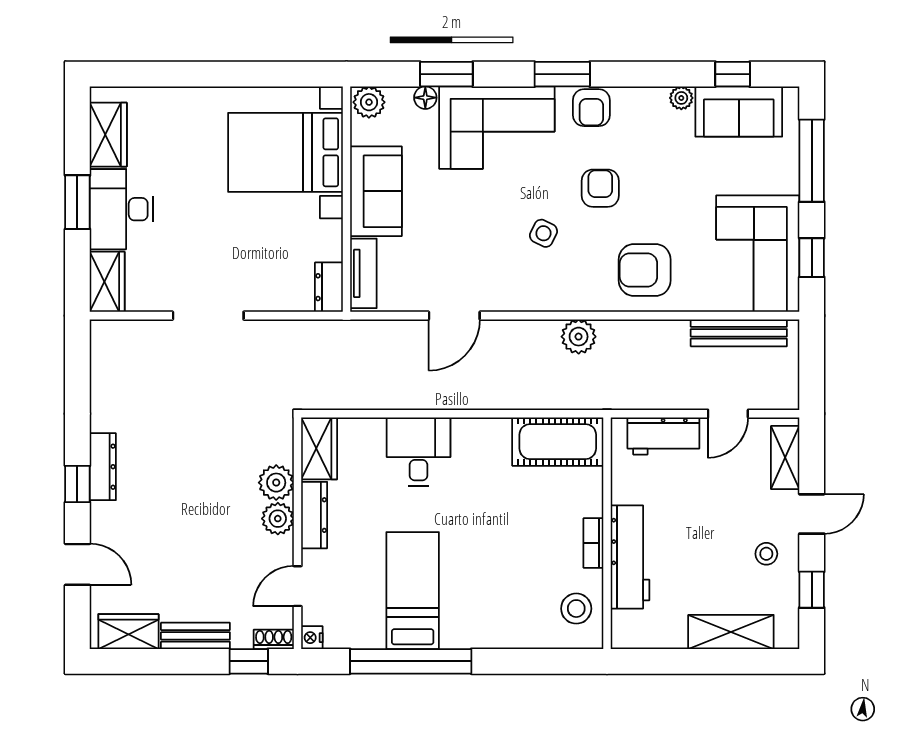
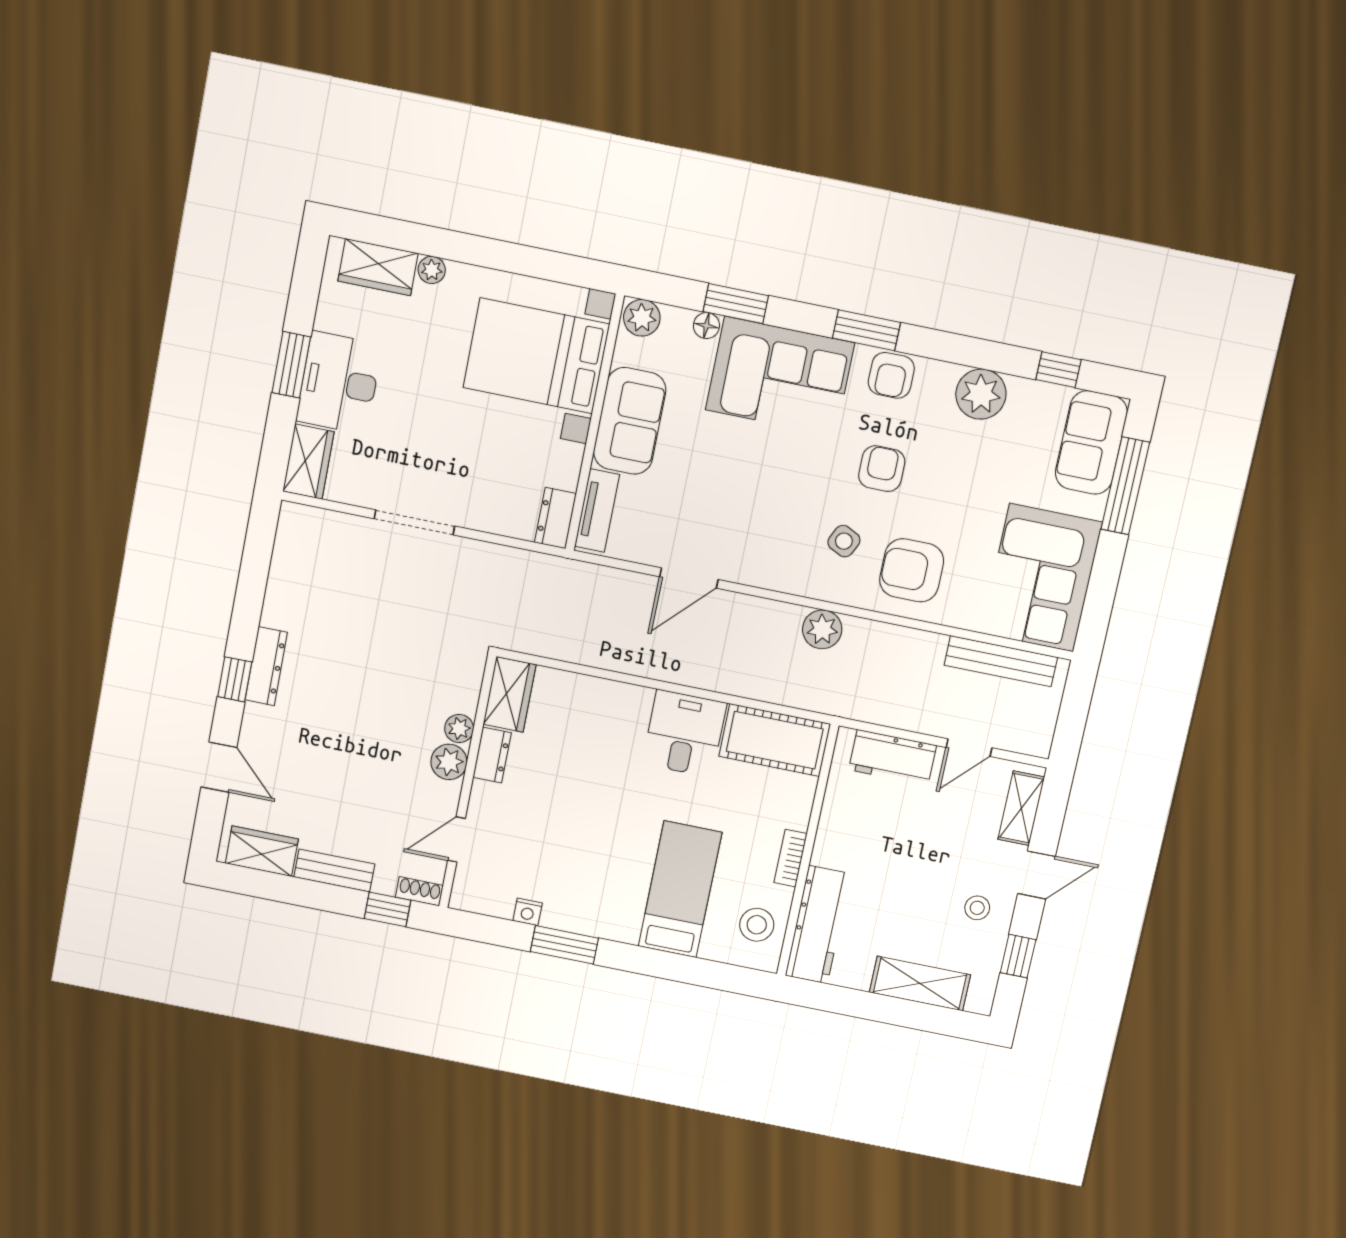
plant: (182, 98) -> (432, 270), added
plant: (681, 98) -> (981, 394), width x1.88, depth x1.88
sofa: (739, 112) -> (1091, 442), moved, turned 90
wardrobe: (108, 135) -> (378, 267), moved, turned 90
side table: (543, 233) -> (844, 541), moved
window: (812, 258) -> (1100, 594), removed
desk: (419, 452) -> (684, 733), moved
plant: (276, 483) -> (459, 729), width x0.73, depth x0.73
dresser: (314, 515) -> (492, 755), width x0.70
workbench: (630, 557) -> (818, 925), moved
bed: (413, 591) -> (680, 889), moved
nightstand: (312, 638) -> (528, 912), moved, turned -90
window: (411, 661) -> (564, 945), width x0.47

